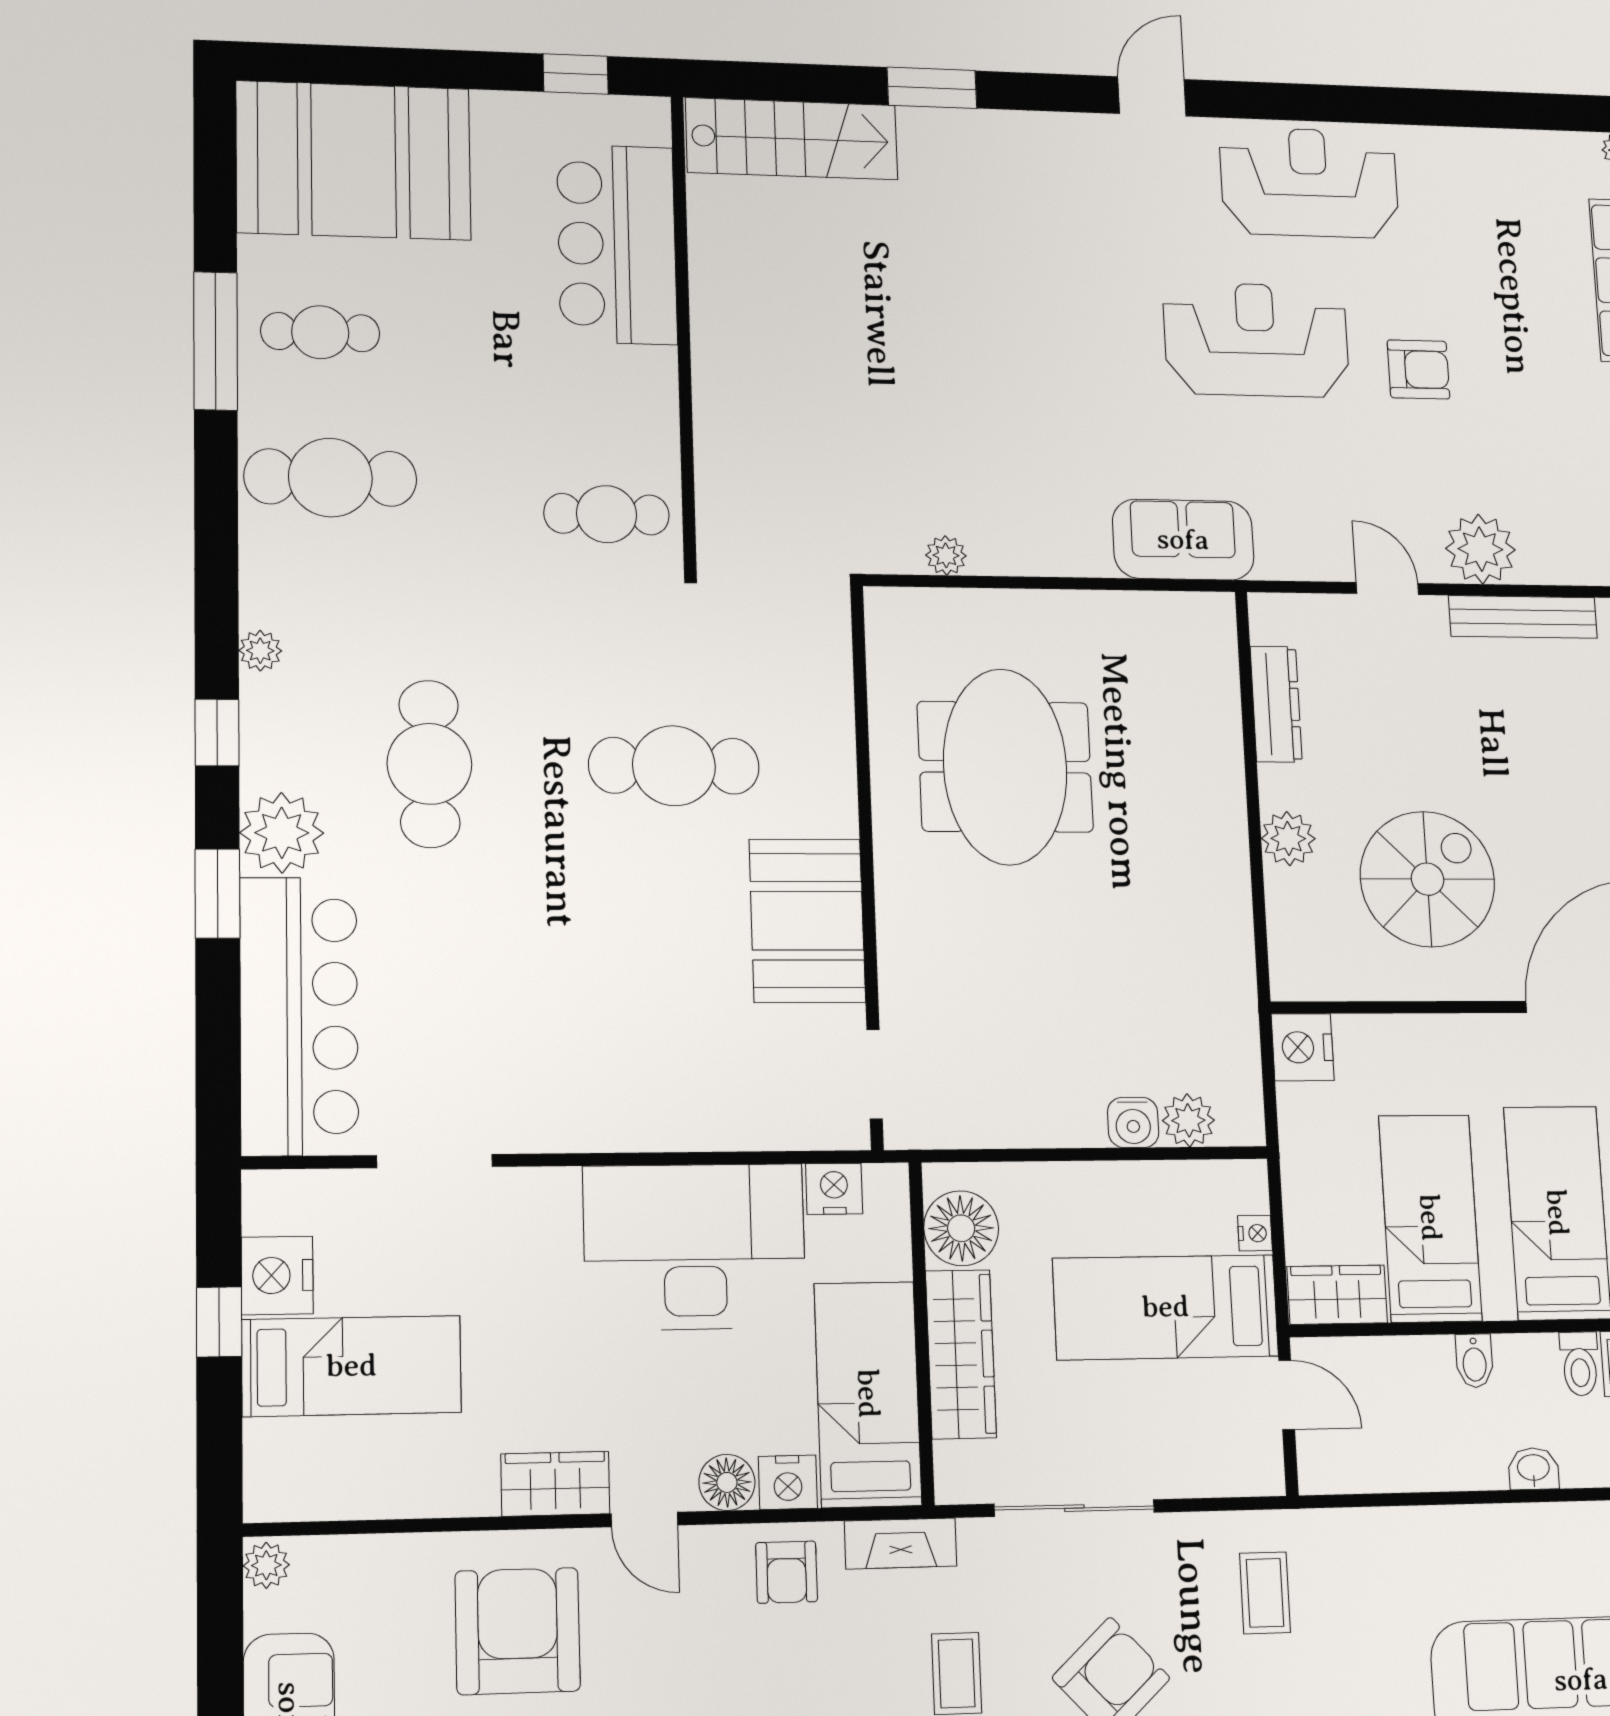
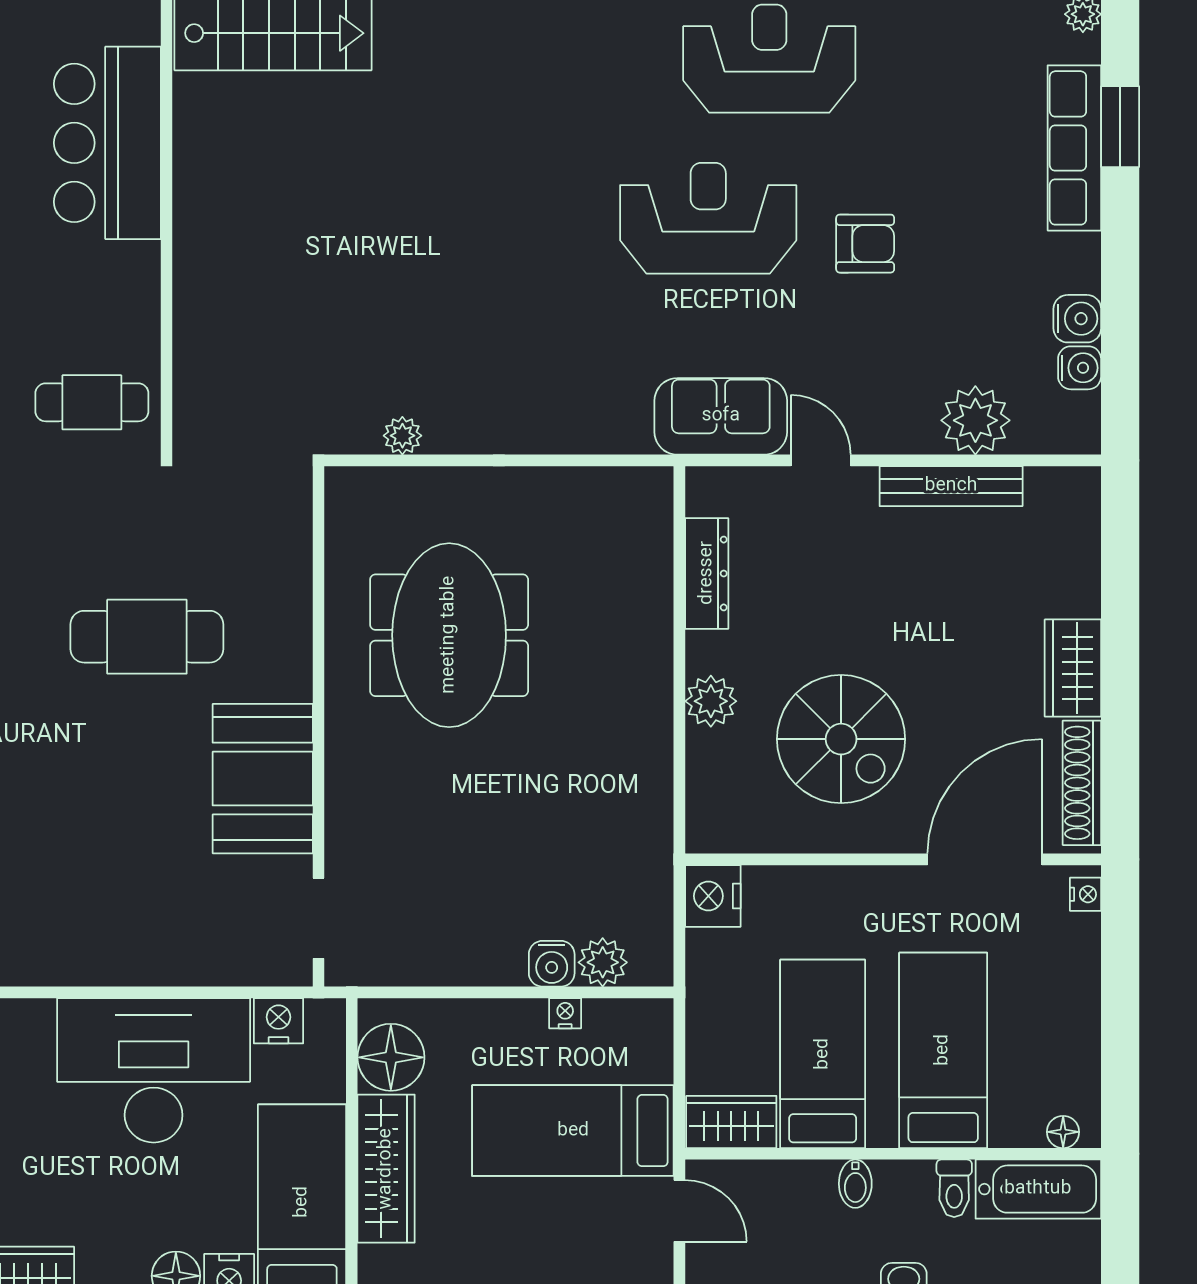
sofa: (1183, 540) -> (721, 416), moved
plant: (1480, 549) -> (975, 420), moved
spiral stairs: (1427, 879) -> (841, 739), turned 90
nightstand: (1255, 1233) -> (565, 1013), moved, turned -90

